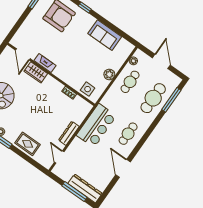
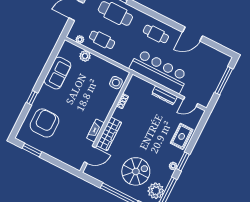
wardrobe: (36, 72) -> (109, 134), width x1.50
plant: (109, 74) -> (85, 56), moved
bar counter: (96, 126) -> (159, 71), width x1.36
dresser: (85, 188) -> (219, 70), removed

